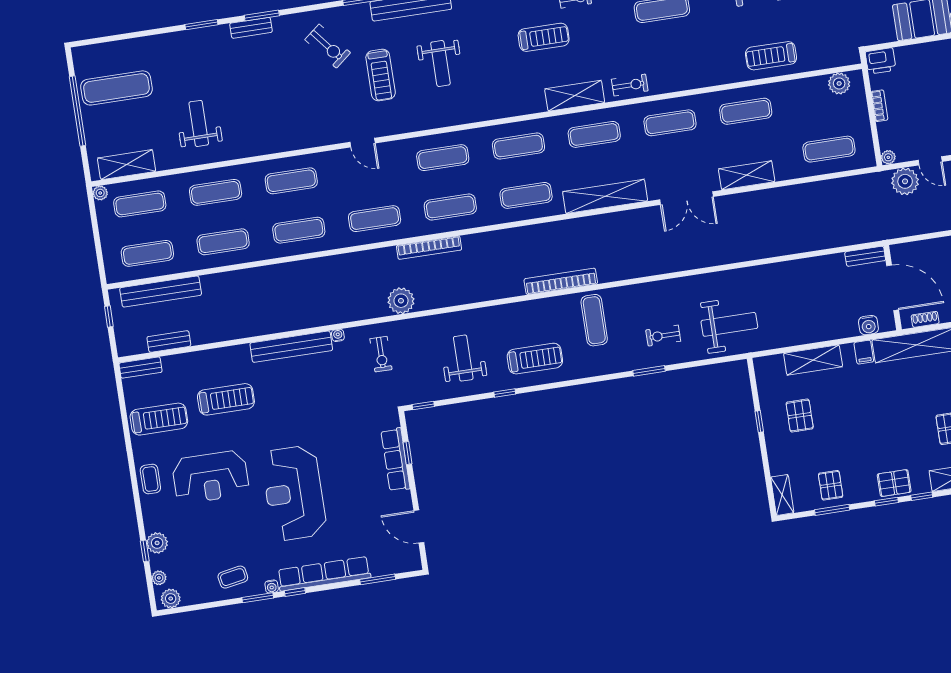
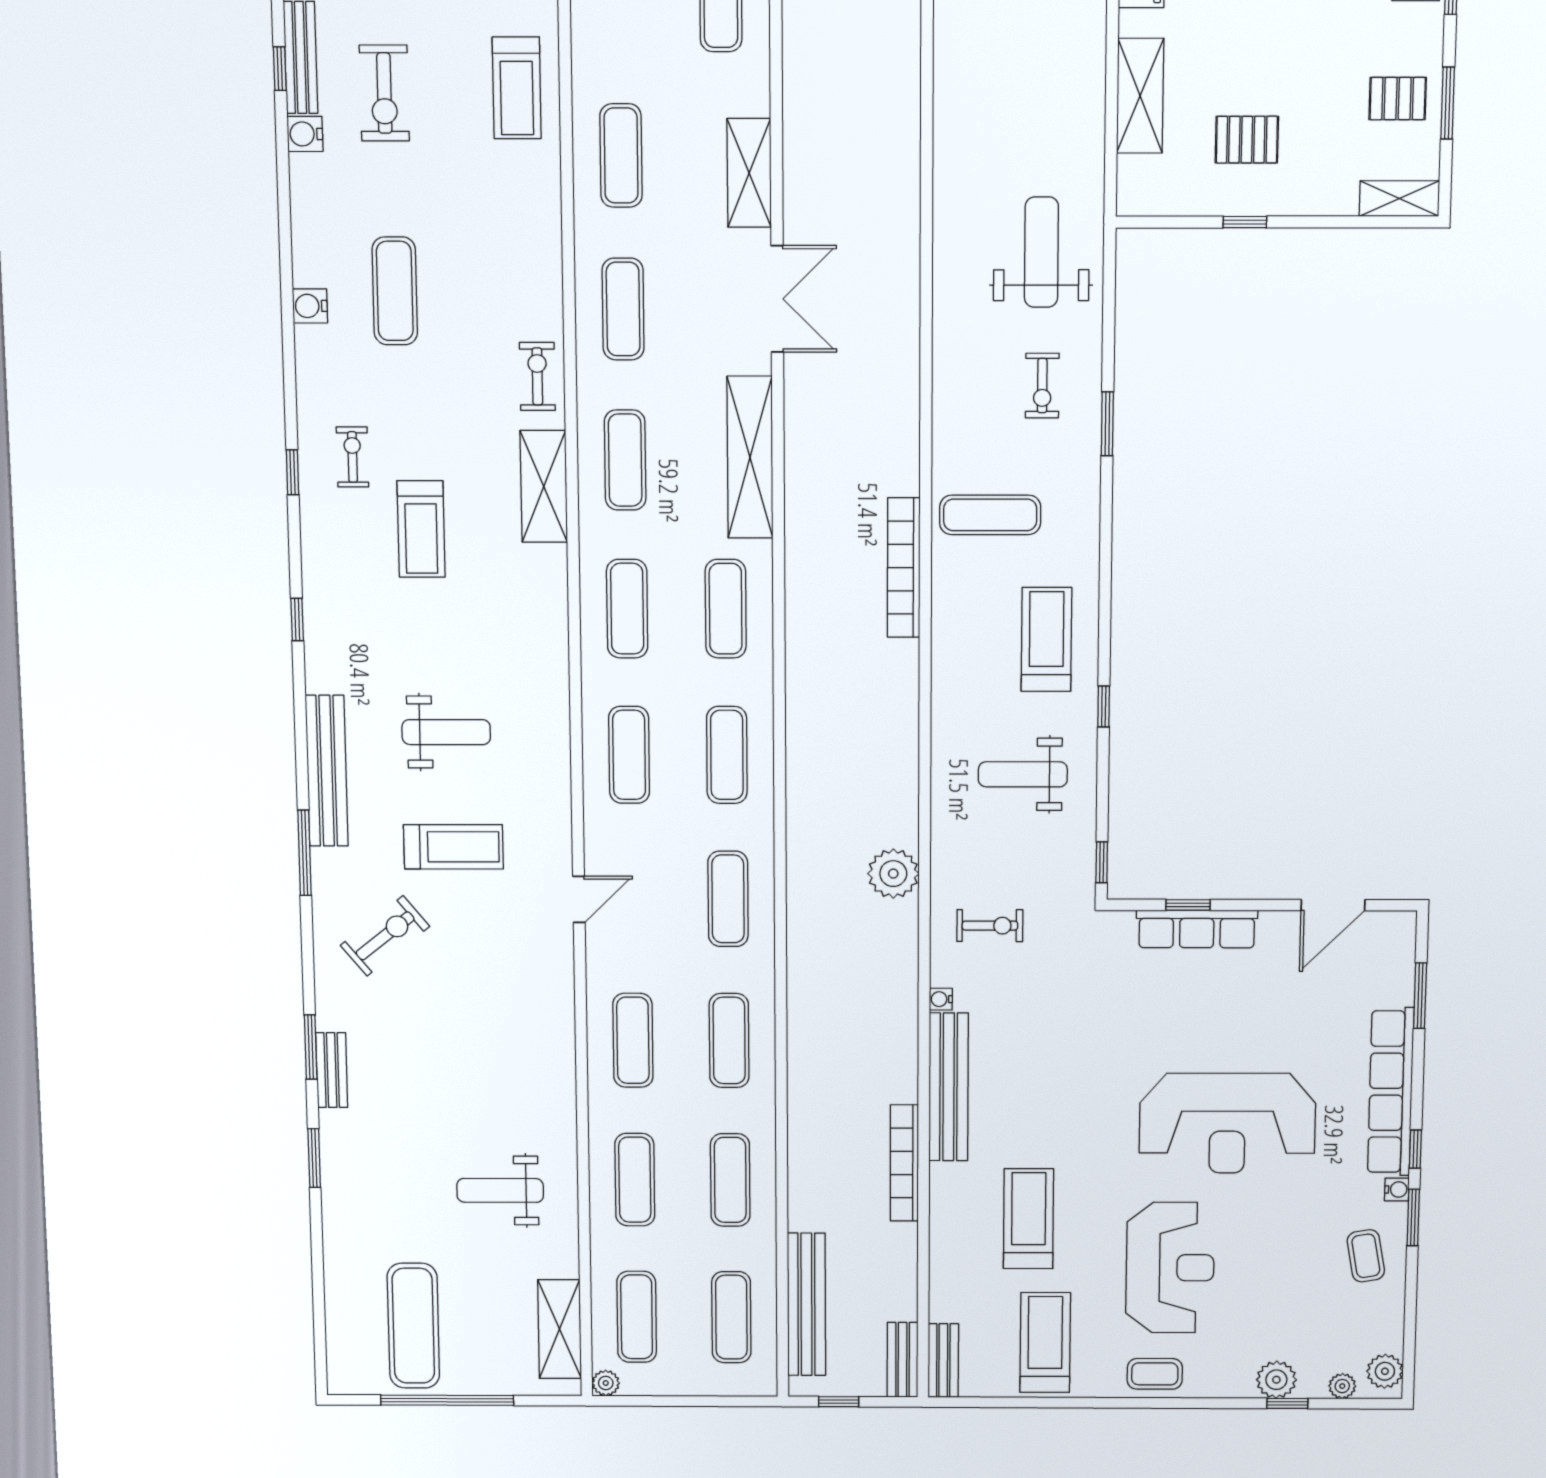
treadmill: (544, 37) -> (421, 529), turned 180
bookcase: (429, 248) -> (904, 1163), moved, turned 180
bench: (169, 341) -> (903, 1360), moved

